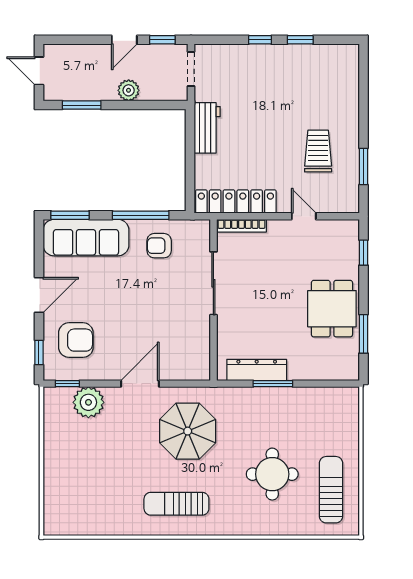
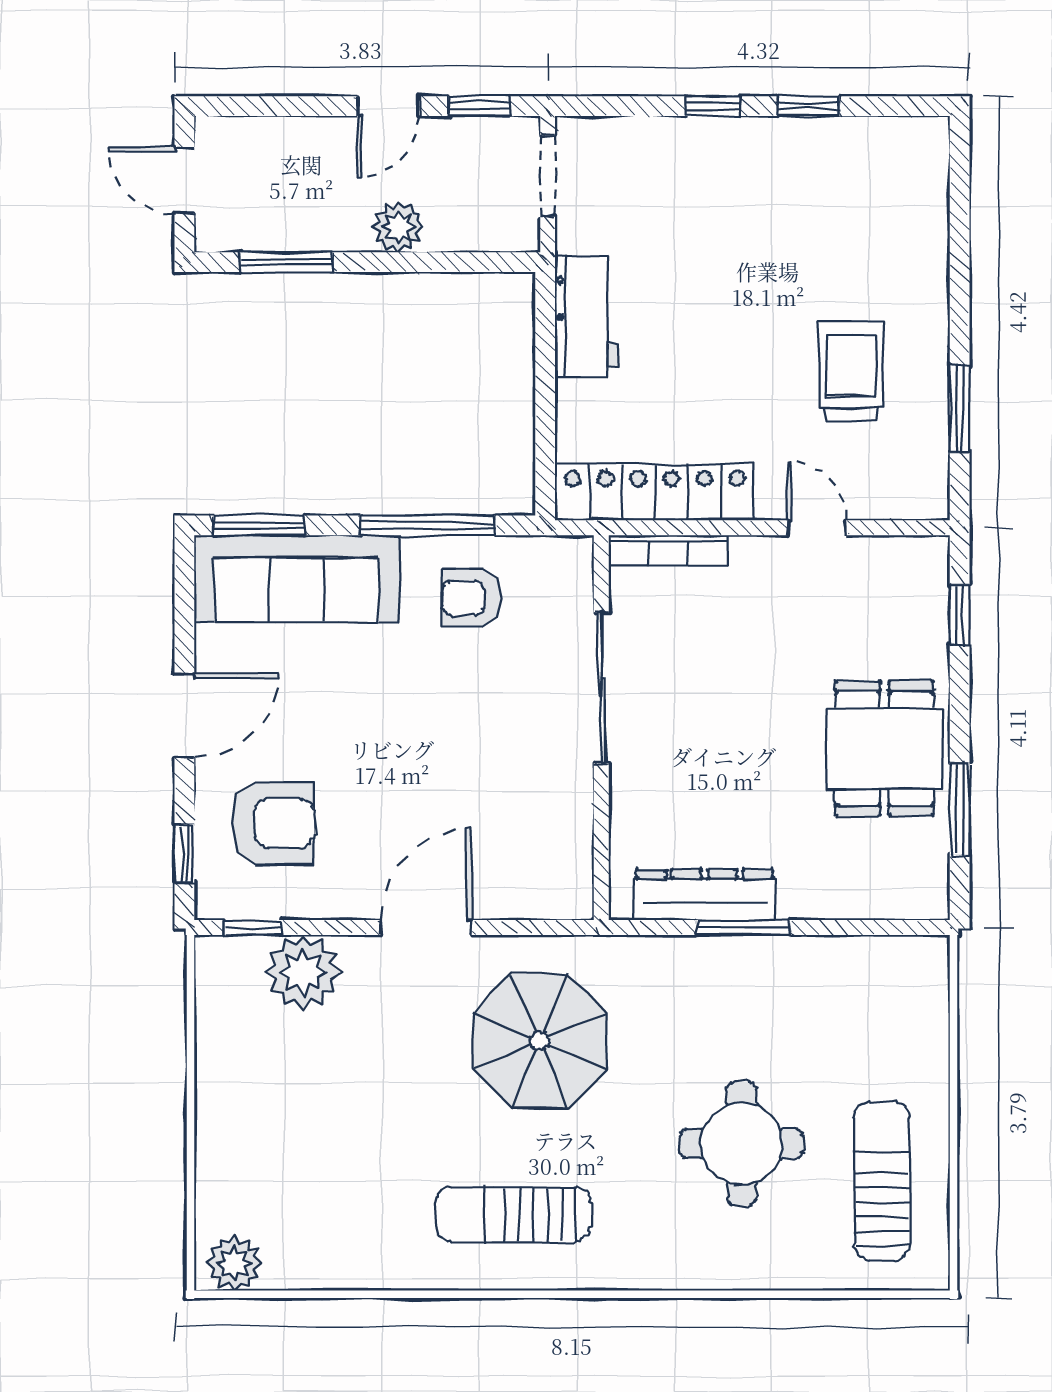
plant: (60, 524) -> (234, 1263), added

